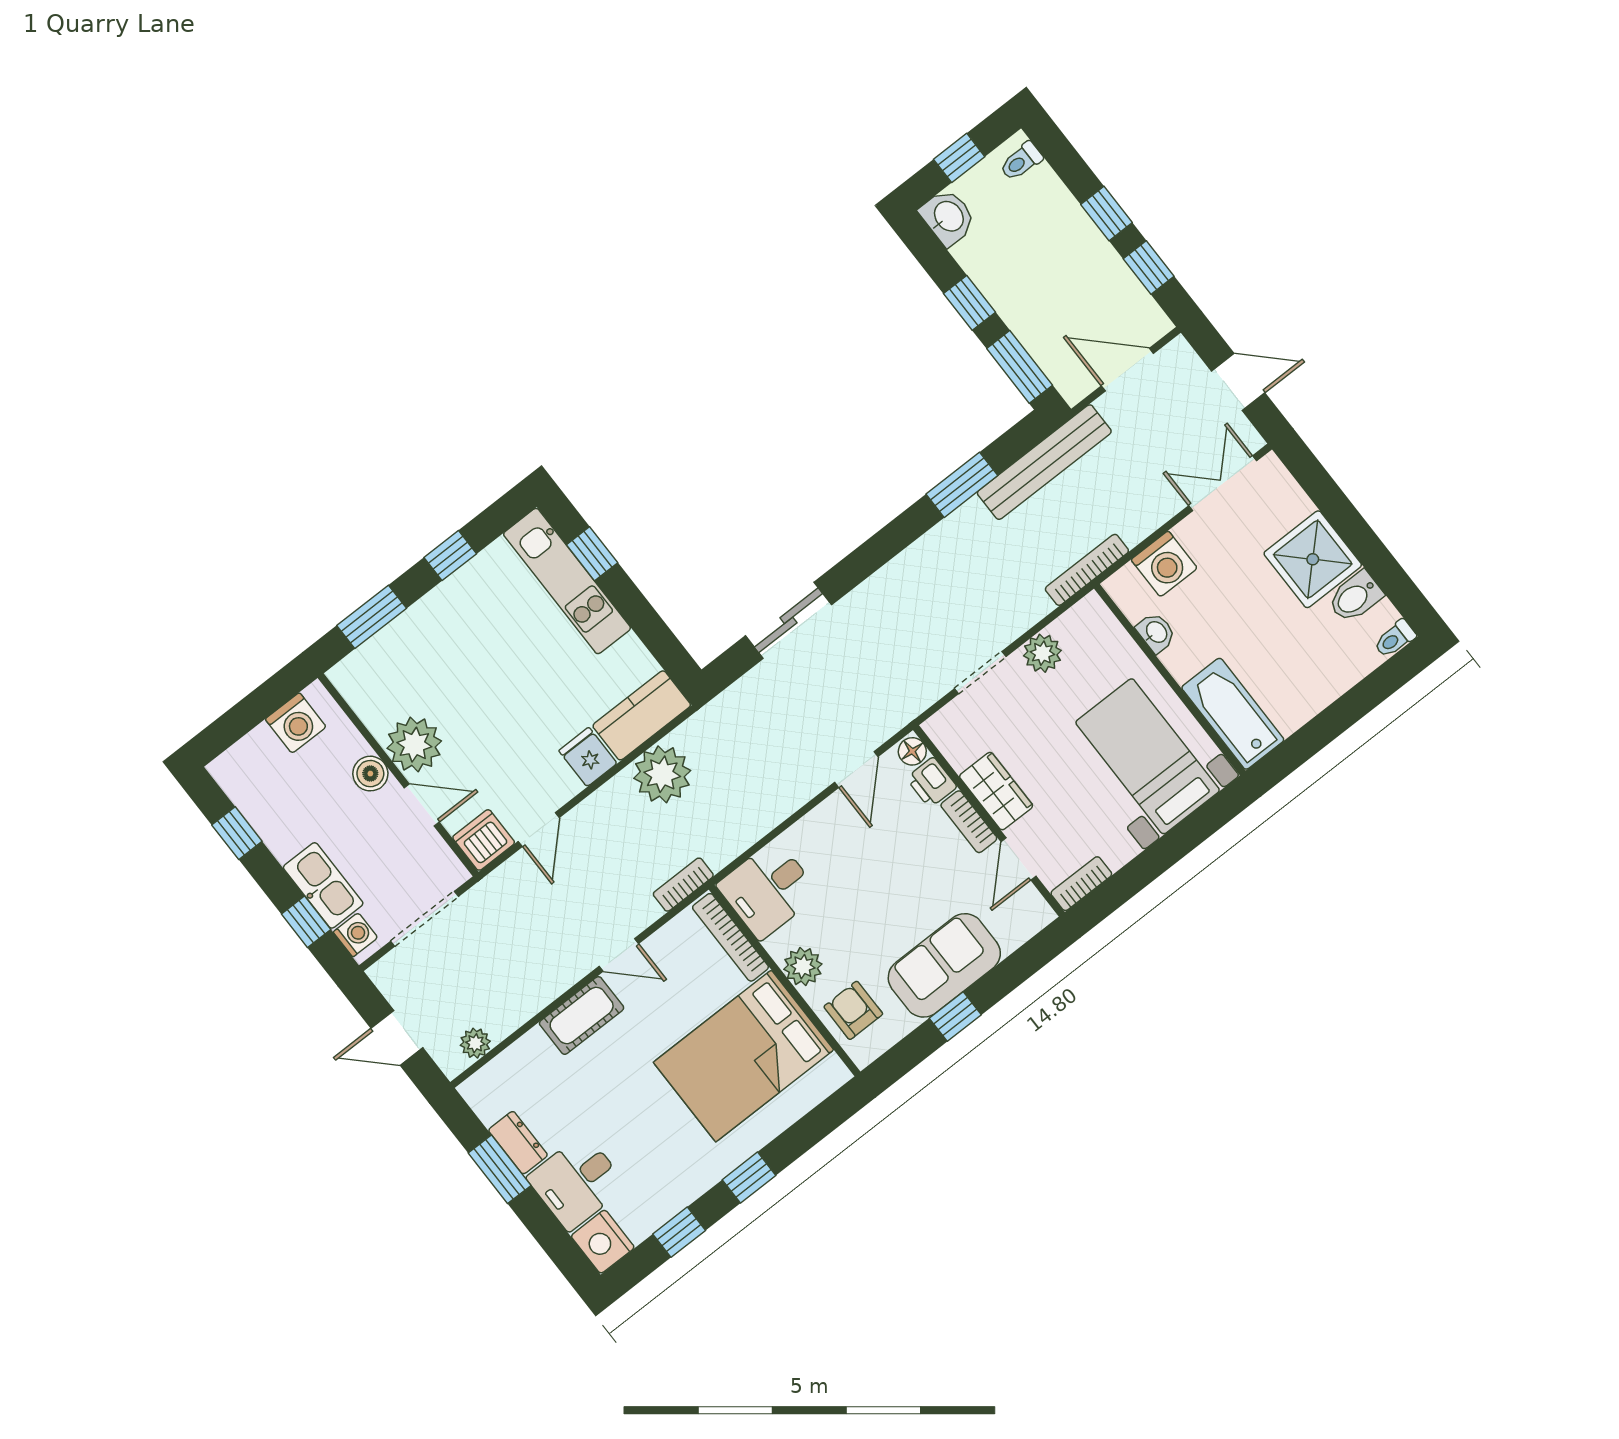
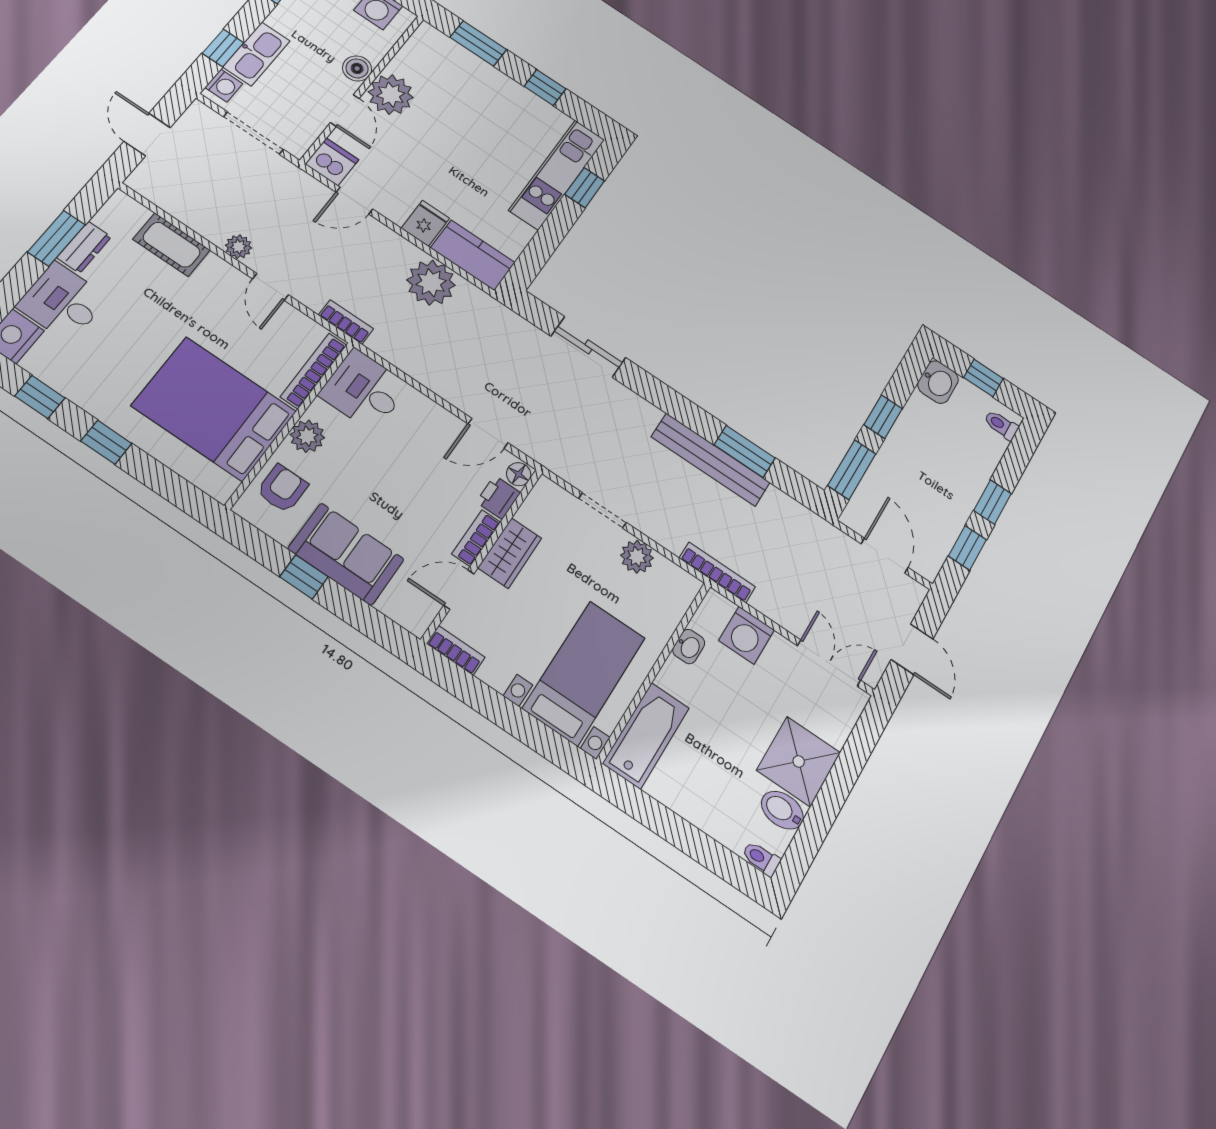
bench: (1044, 462) -> (710, 460), moved
cot: (582, 1015) -> (172, 245), moved
plant: (475, 1043) -> (239, 247), moved

